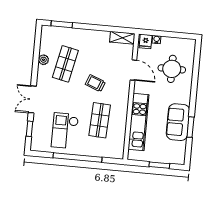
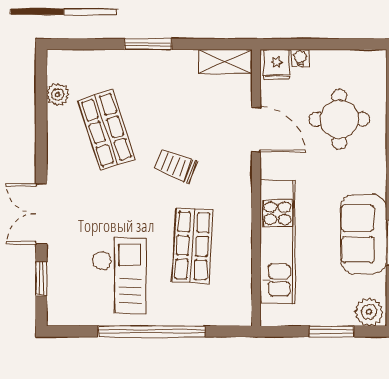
window: (62, 24) -> (148, 44), moved
plant: (43, 60) -> (58, 94), moved
shop shelf: (65, 64) -> (106, 130), turned -30
checkout: (65, 131) -> (119, 276), turned 180
plant: (177, 158) -> (369, 312), added

